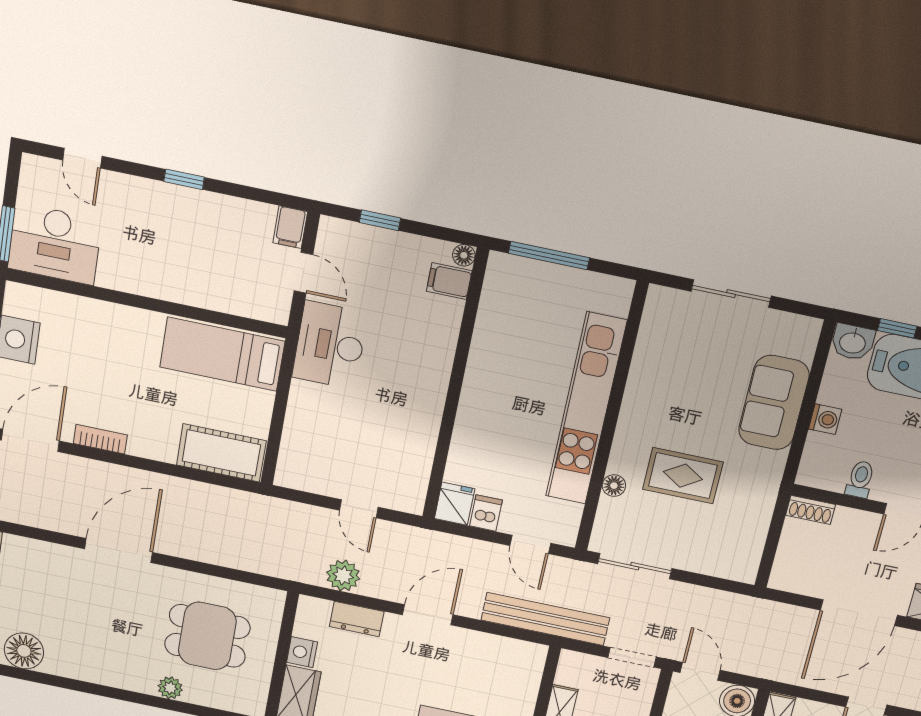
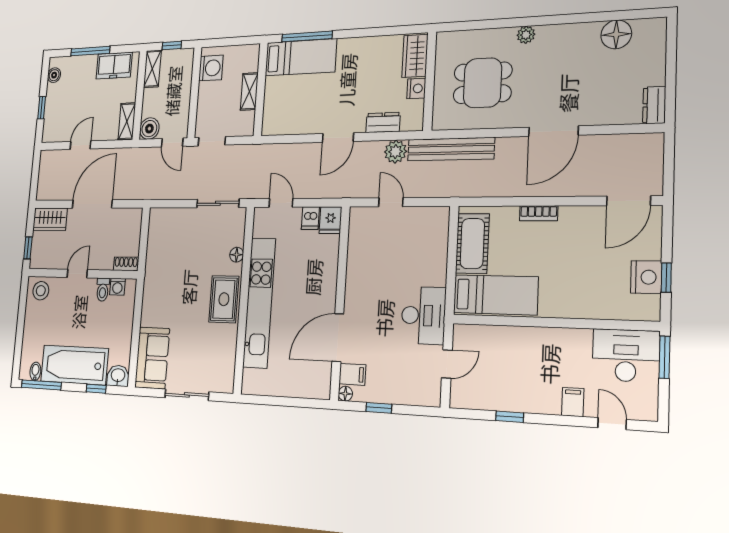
window: (184, 179) -> (510, 417), moved
window: (380, 220) -> (379, 408), moved
filing cabinet: (290, 227) -> (573, 402), moved
window: (549, 256) -> (294, 402), removed
door: (303, 273) -> (447, 364), swing flipped
door: (465, 337) -> (338, 338), added
sofa: (774, 403) -> (152, 358), moved
washing machine: (825, 419) -> (117, 287), moved, turned -90
bookcase: (100, 439) -> (539, 213), moved
cot: (221, 453) -> (472, 243), moved, turned 90
rug: (683, 476) -> (224, 299), moved, turned 90
bench: (545, 619) -> (451, 149), moved
plant: (170, 688) -> (526, 35), moved

